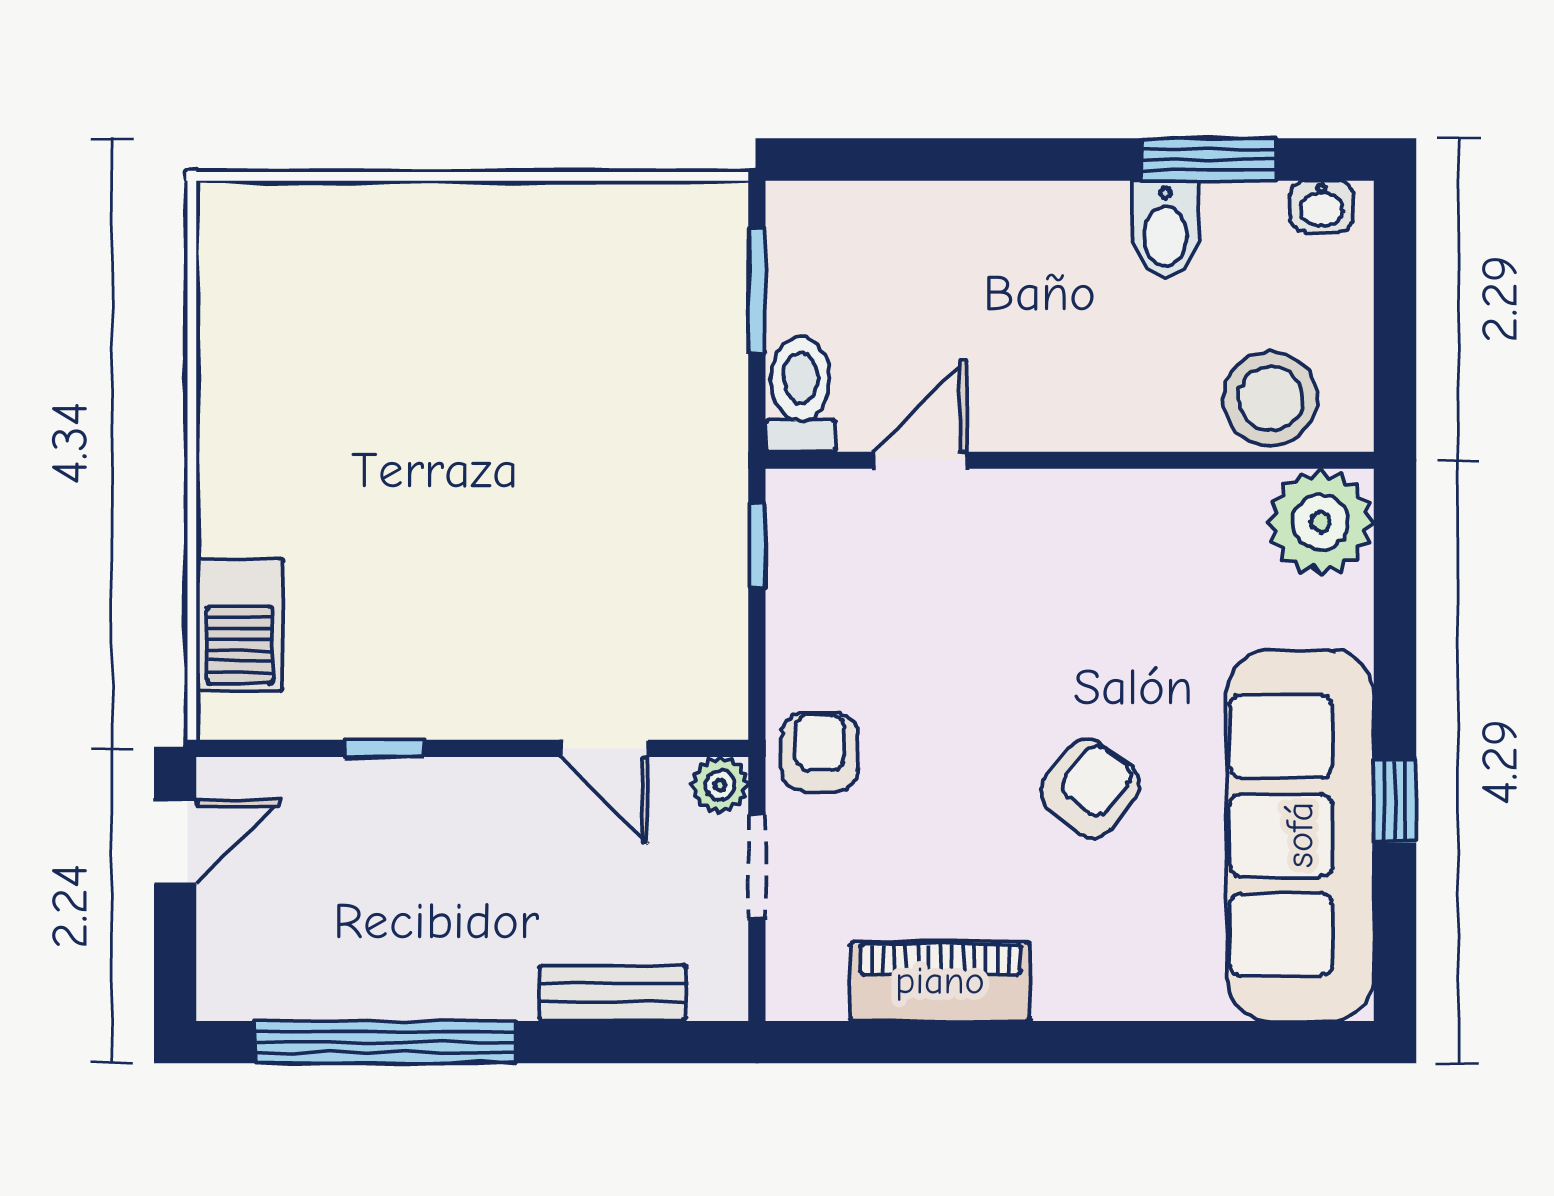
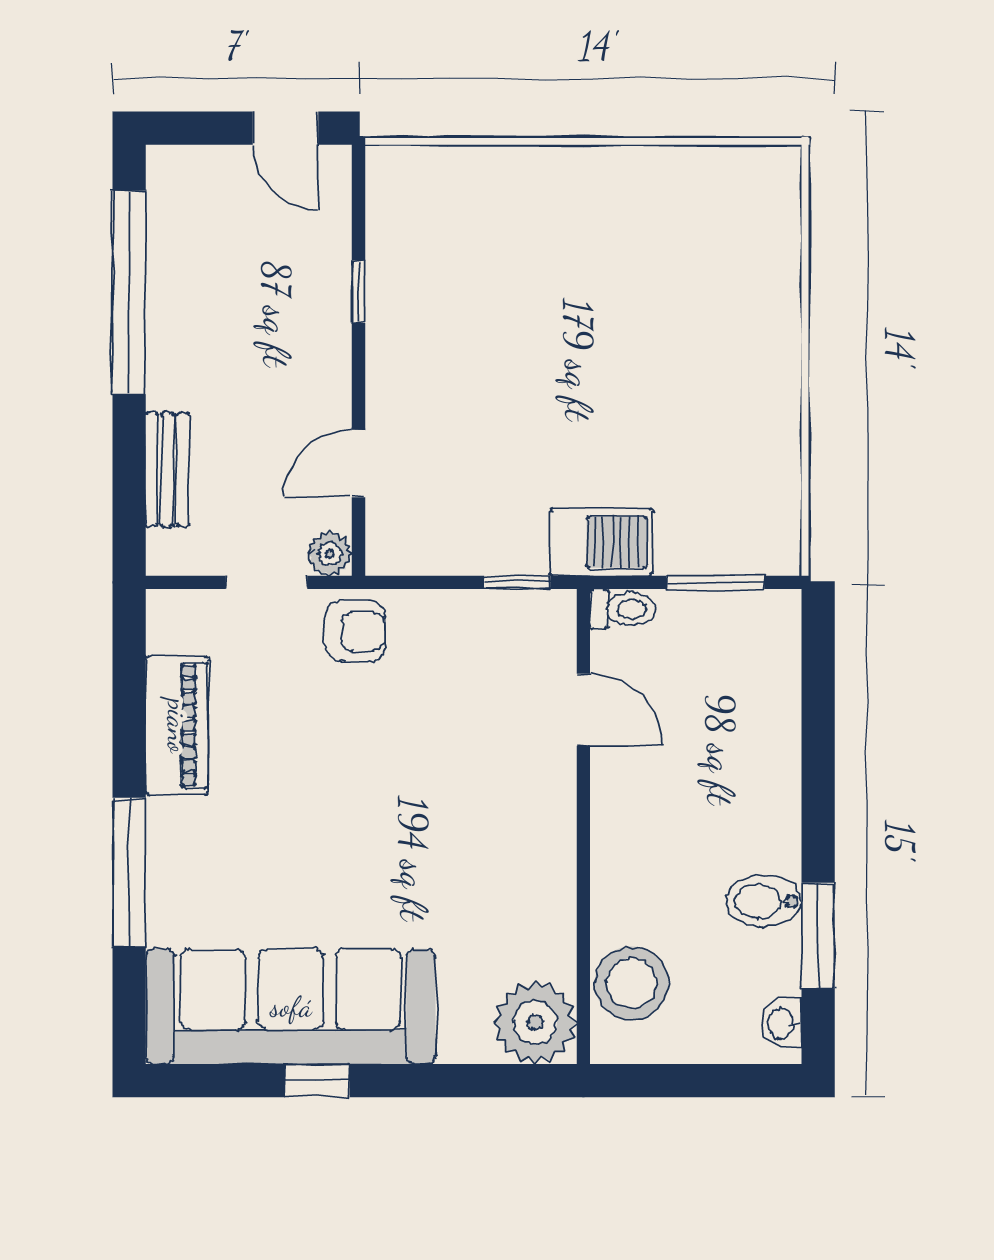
toilet: (800, 394) -> (622, 609), width x0.73, depth x0.72
barbecue: (240, 625) -> (601, 542), moved, turned 180
armchair: (1090, 788) -> (327, 843), removed
window: (1128, 1042) -> (129, 872), added

